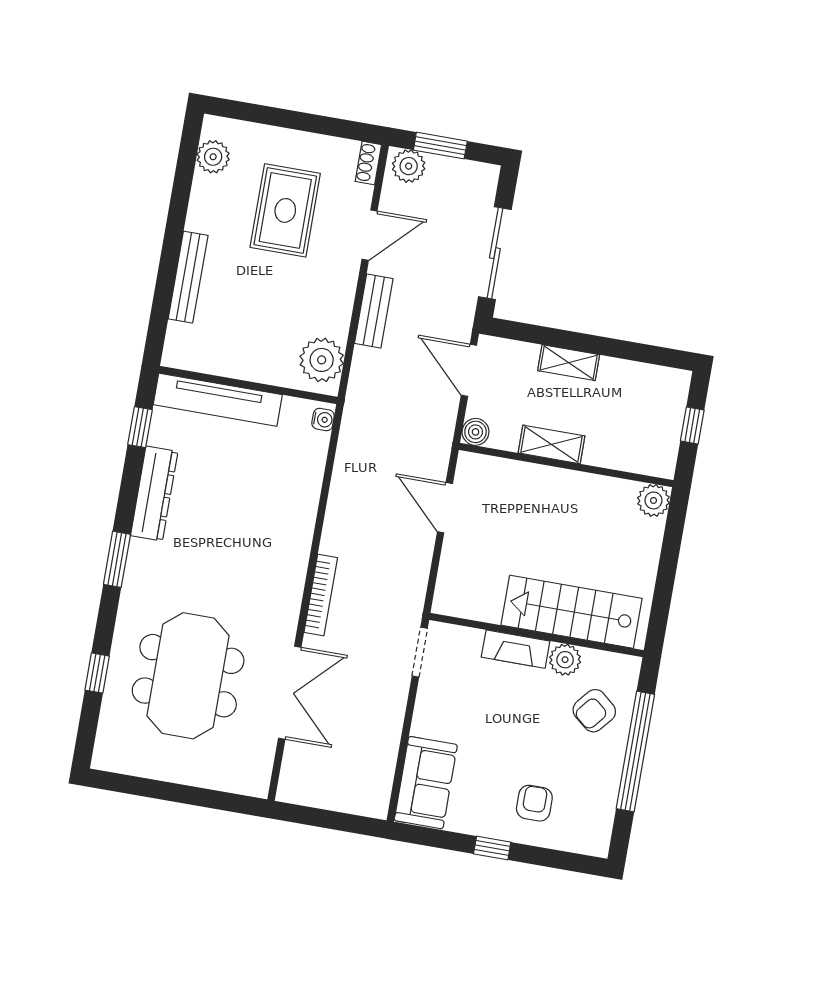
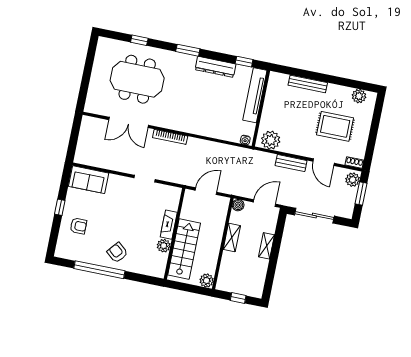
stairs: (572, 612) -> (184, 249), moved
wall: (536, 635) -> (175, 234), moved
fireplace: (516, 649) -> (169, 225), moved
plant: (565, 660) -> (164, 246), moved

